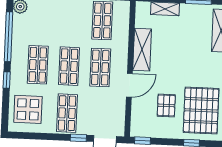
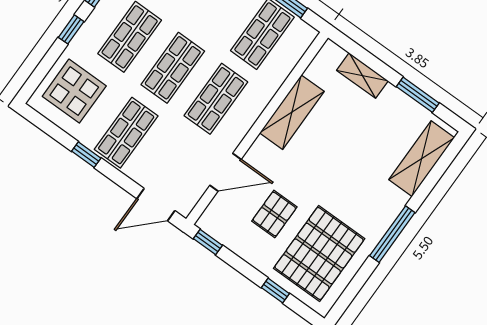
door: (129, 85) -> (225, 172), moved
window: (78, 138) -> (86, 155), moved

